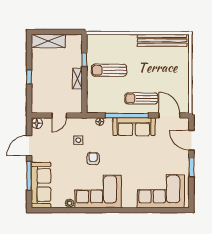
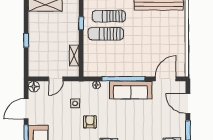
shelving: (77, 79) -> (74, 56), moved
sun lounger: (141, 98) -> (109, 16), moved
door: (169, 115) -> (166, 79), hinge flipped

